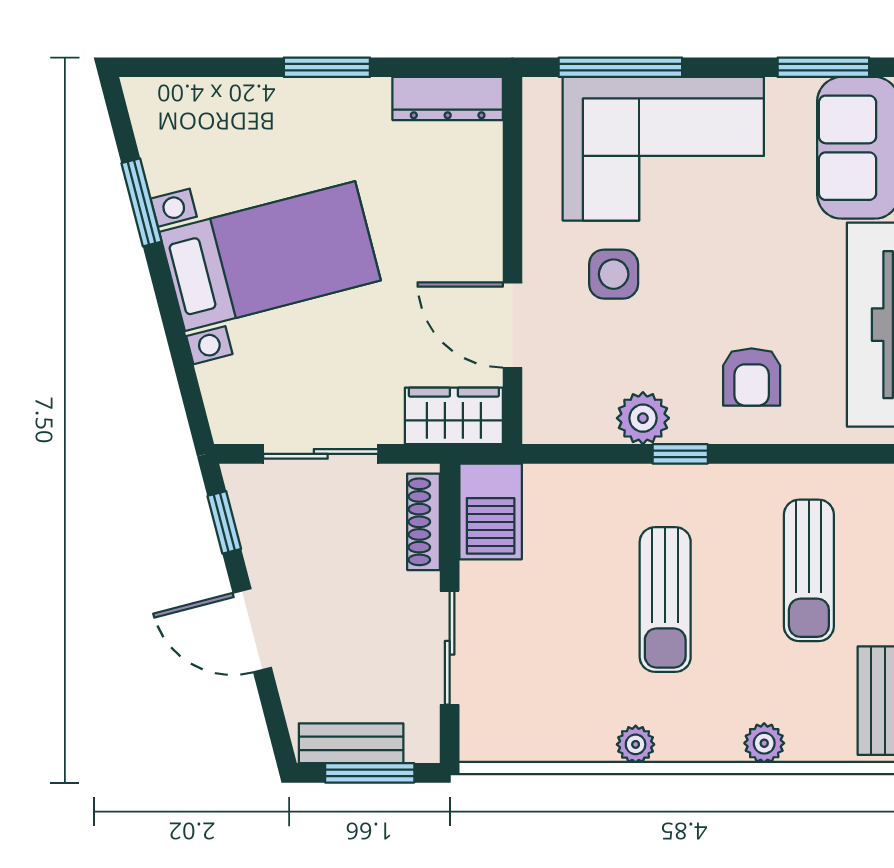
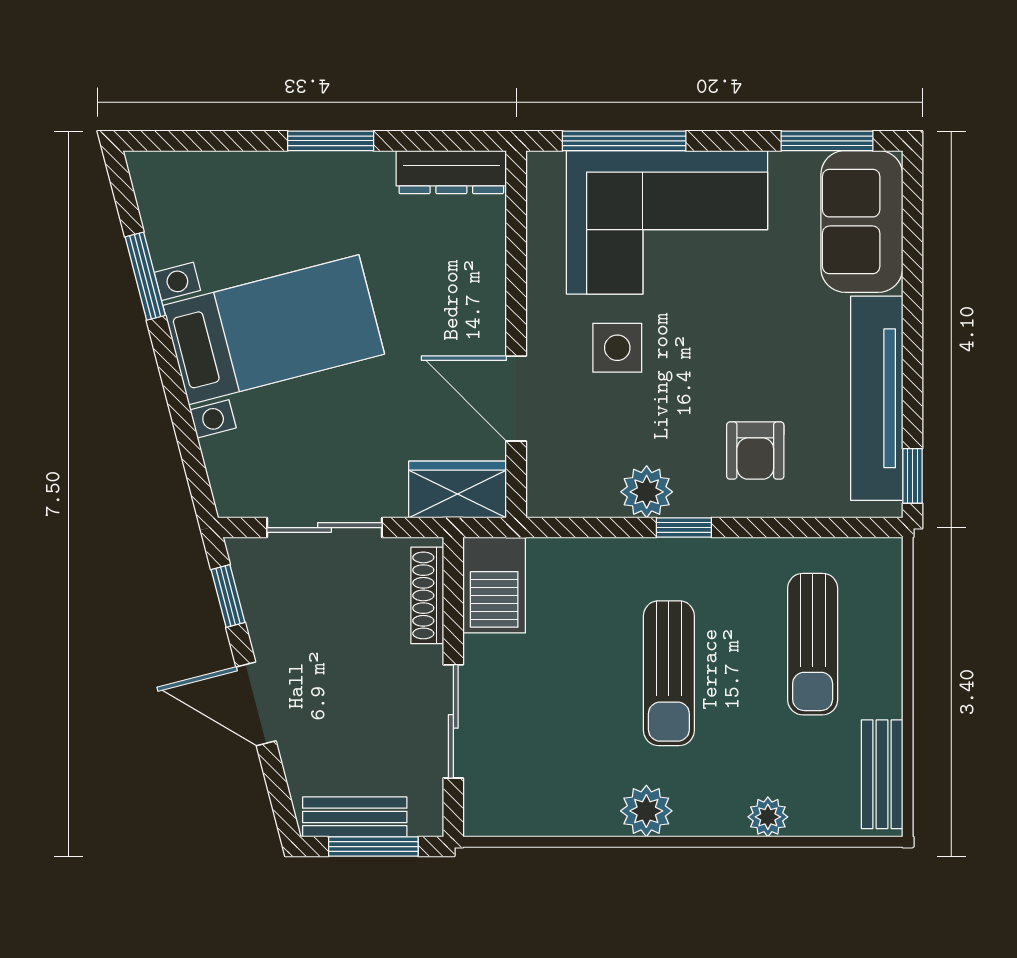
plant: (636, 744) -> (646, 811), width x1.38, depth x1.38

